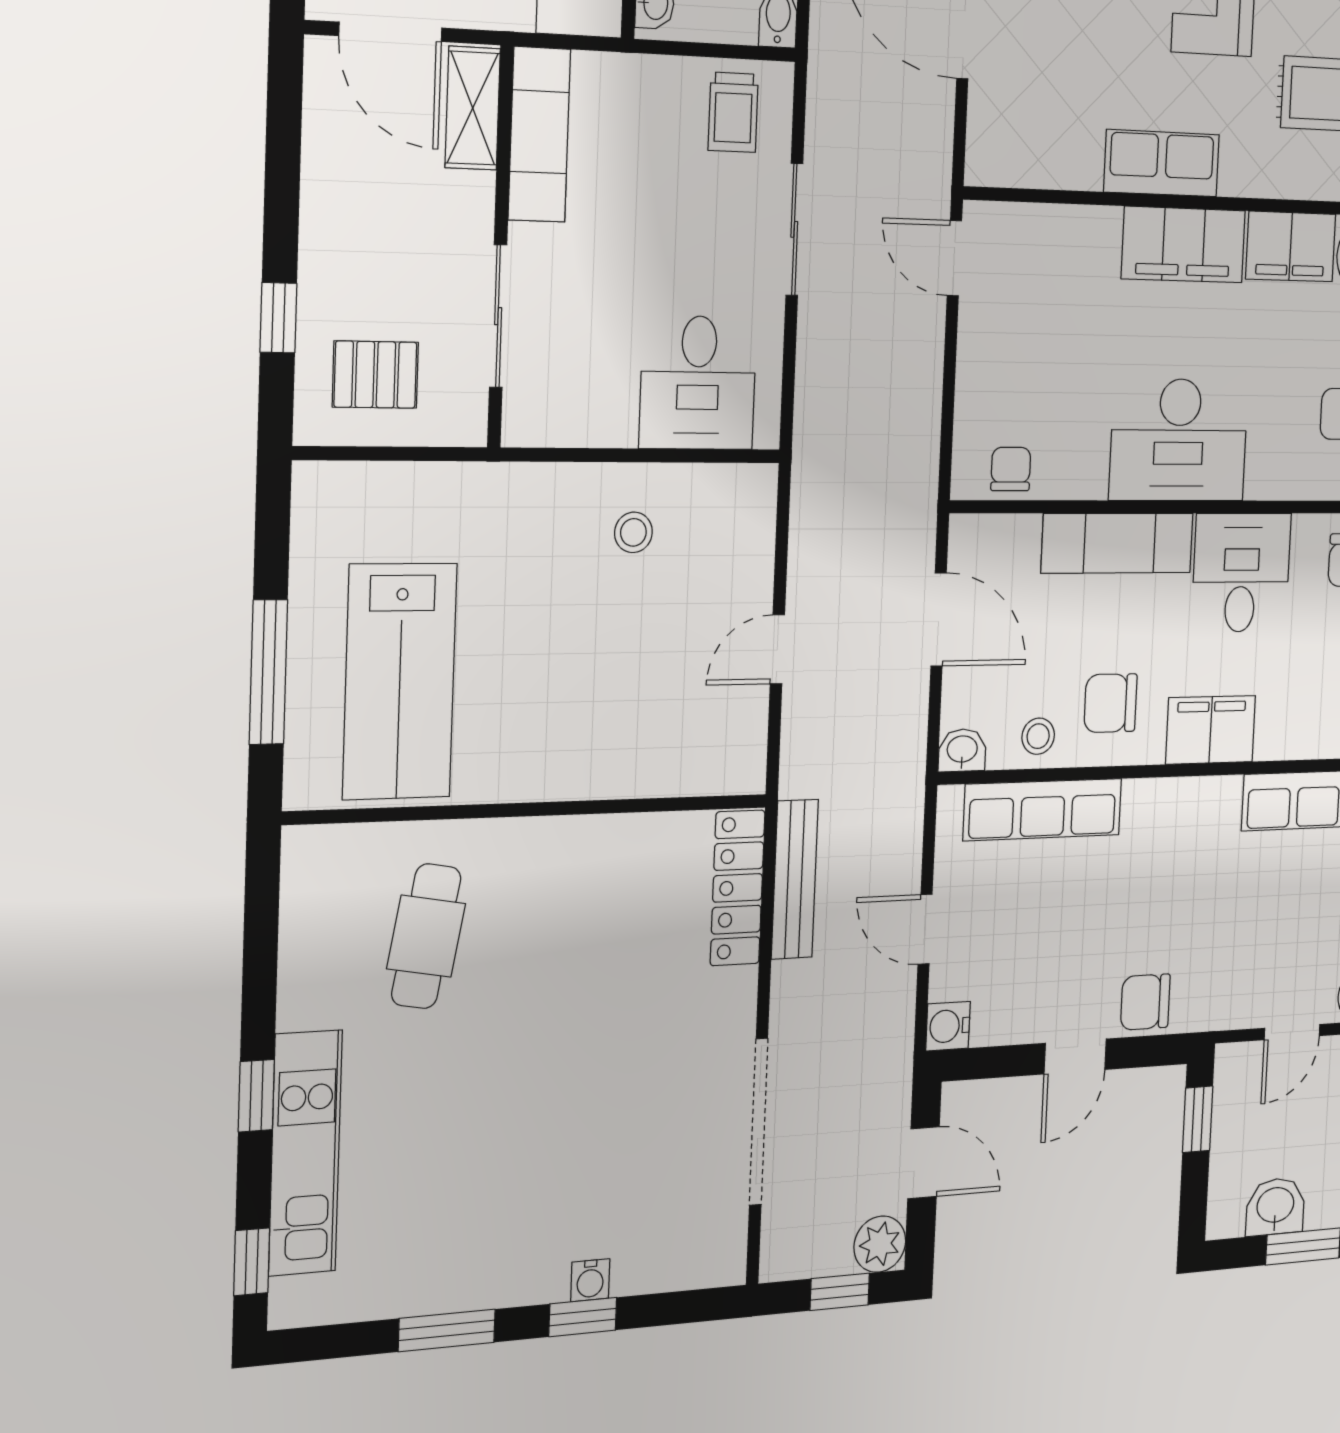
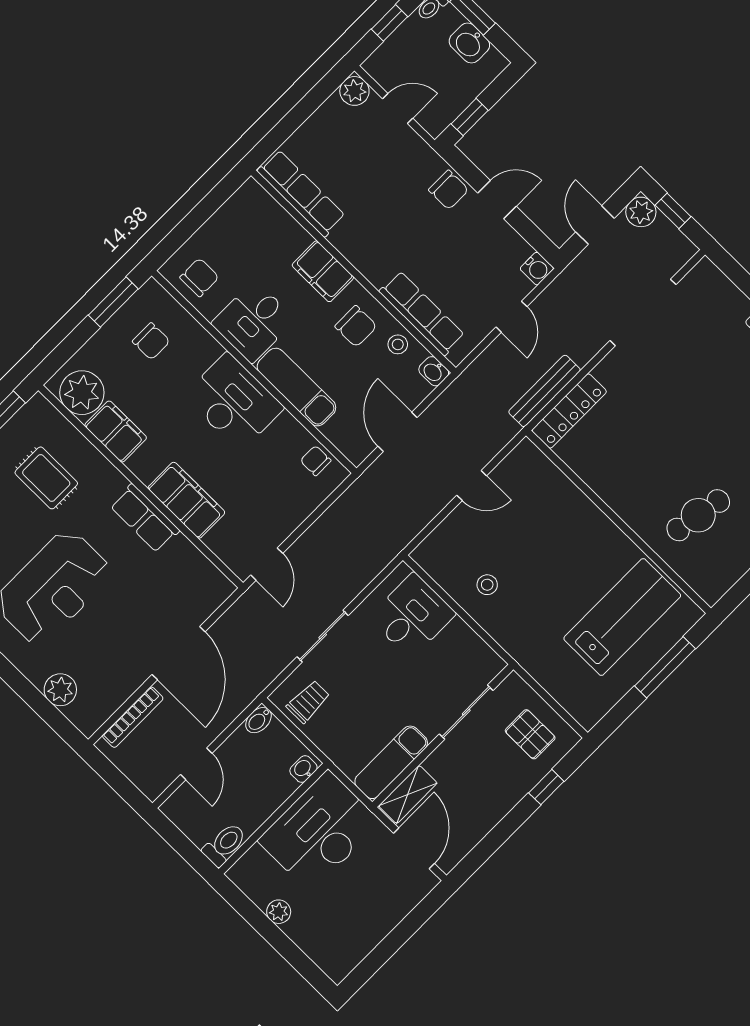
filing cabinet: (1184, 245) -> (186, 500), moved
chair: (1011, 469) -> (316, 461), turned 90

